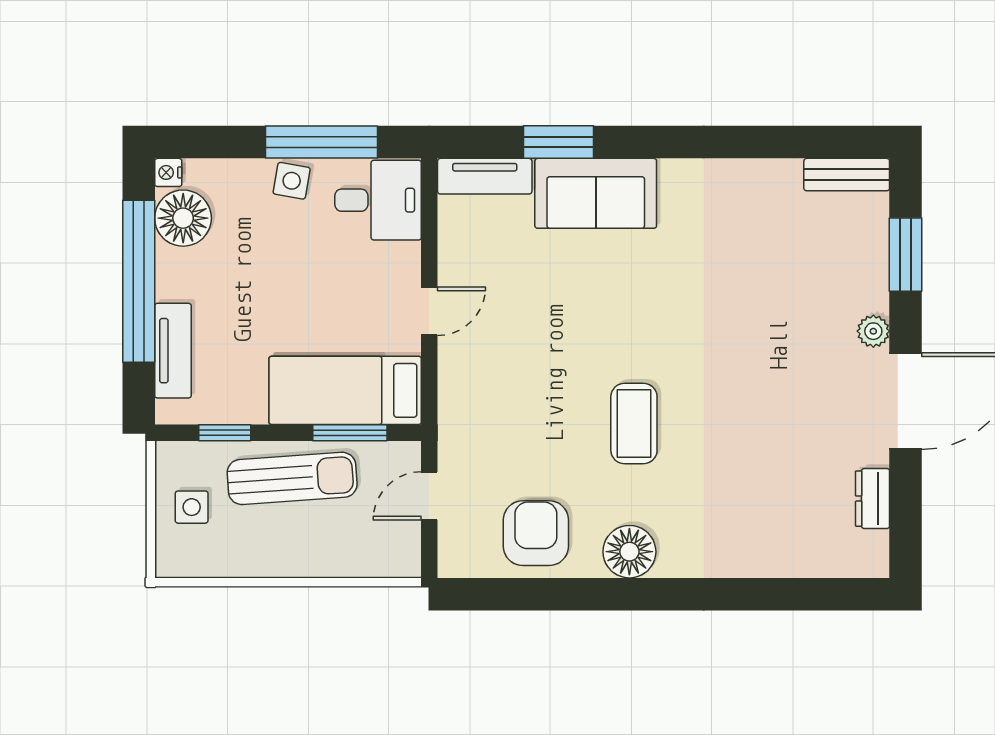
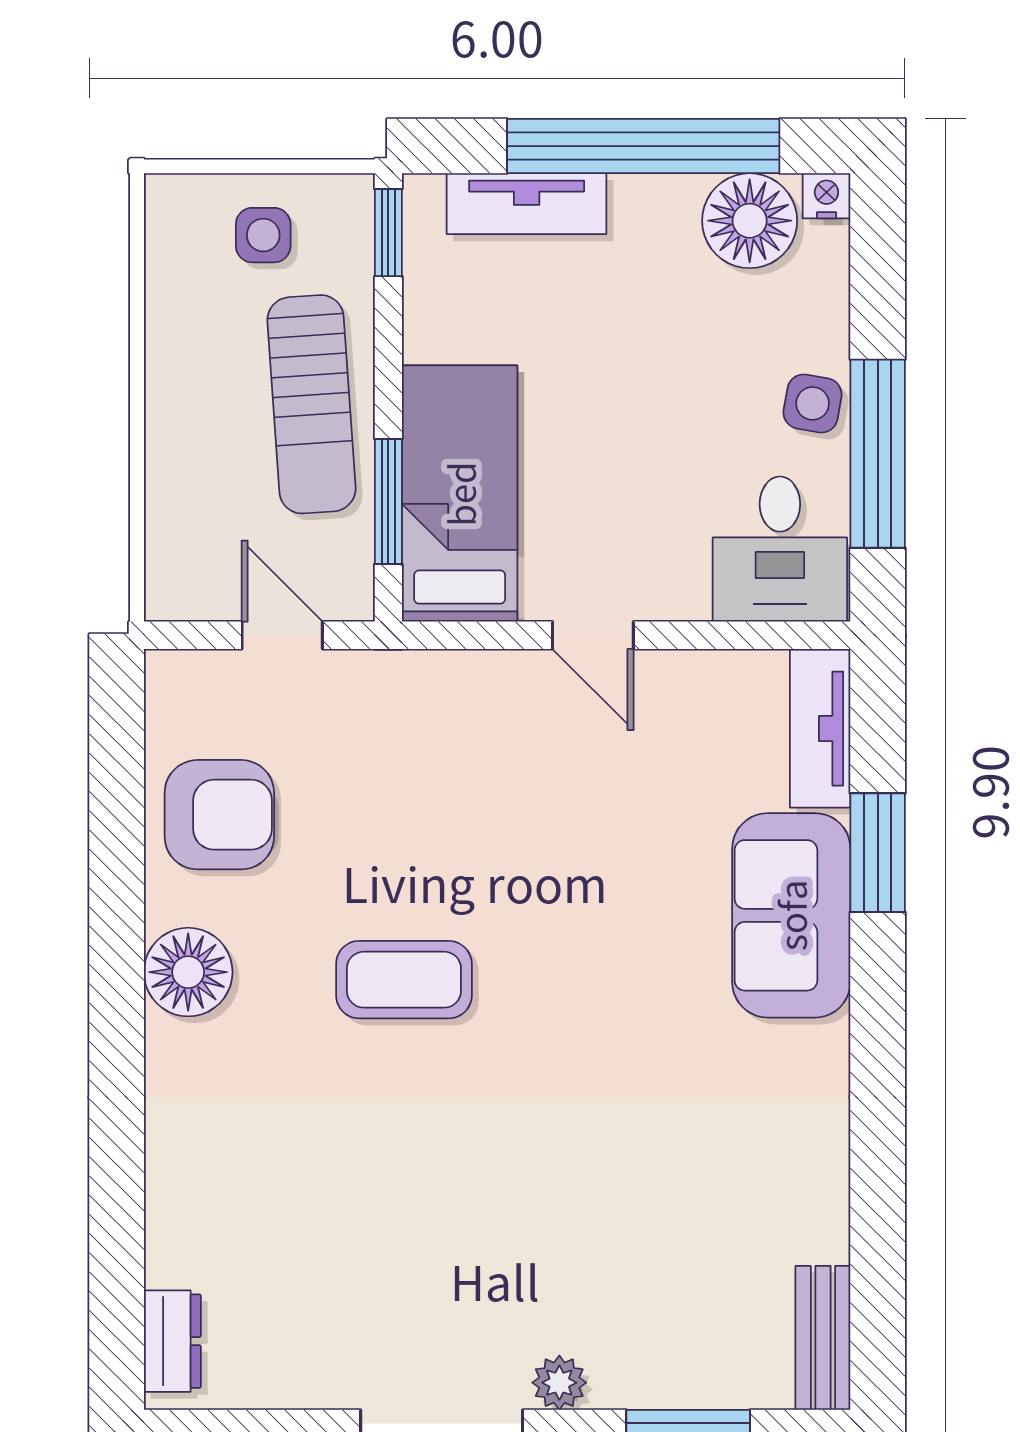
window: (225, 433) -> (388, 233), moved
dresser: (872, 499) -> (172, 1341), moved, turned 90

